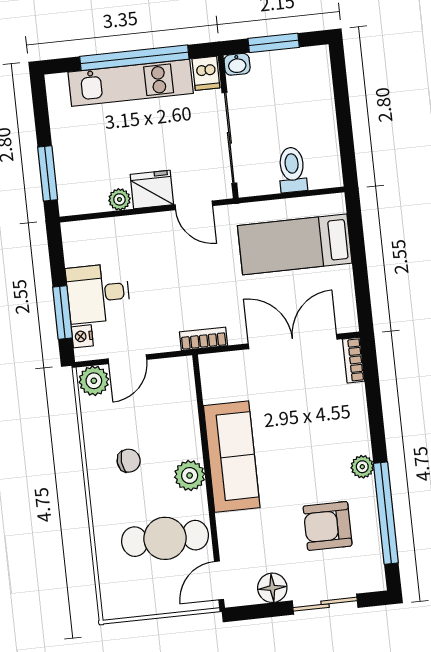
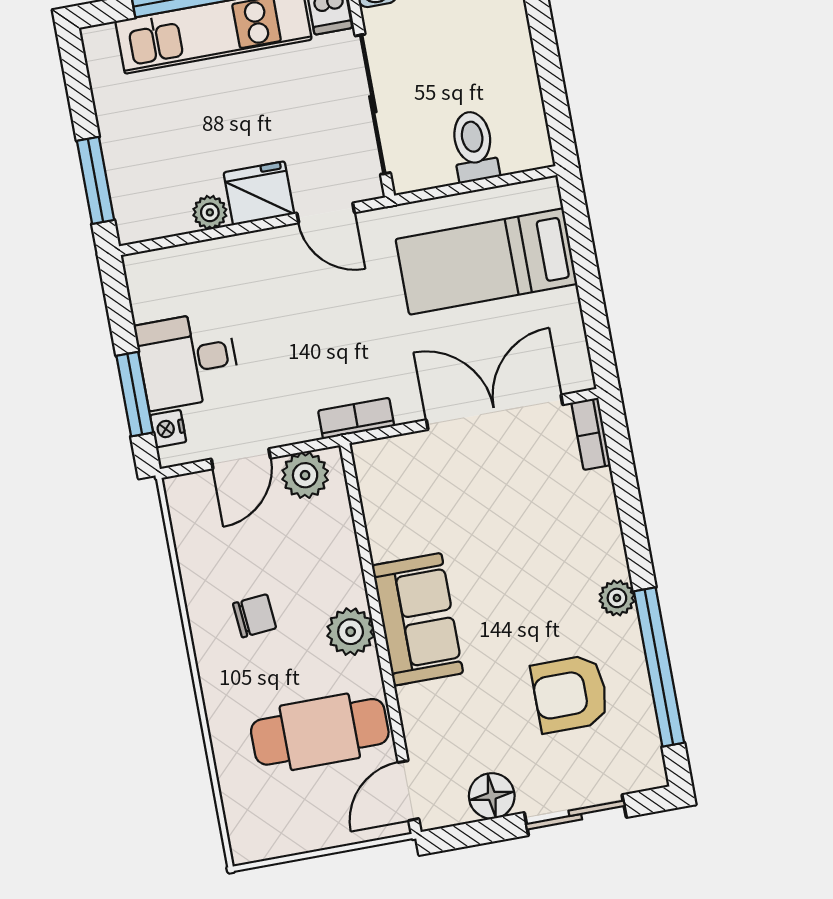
plant: (94, 381) -> (305, 475), moved
sofa: (232, 457) -> (418, 619), width x0.73

